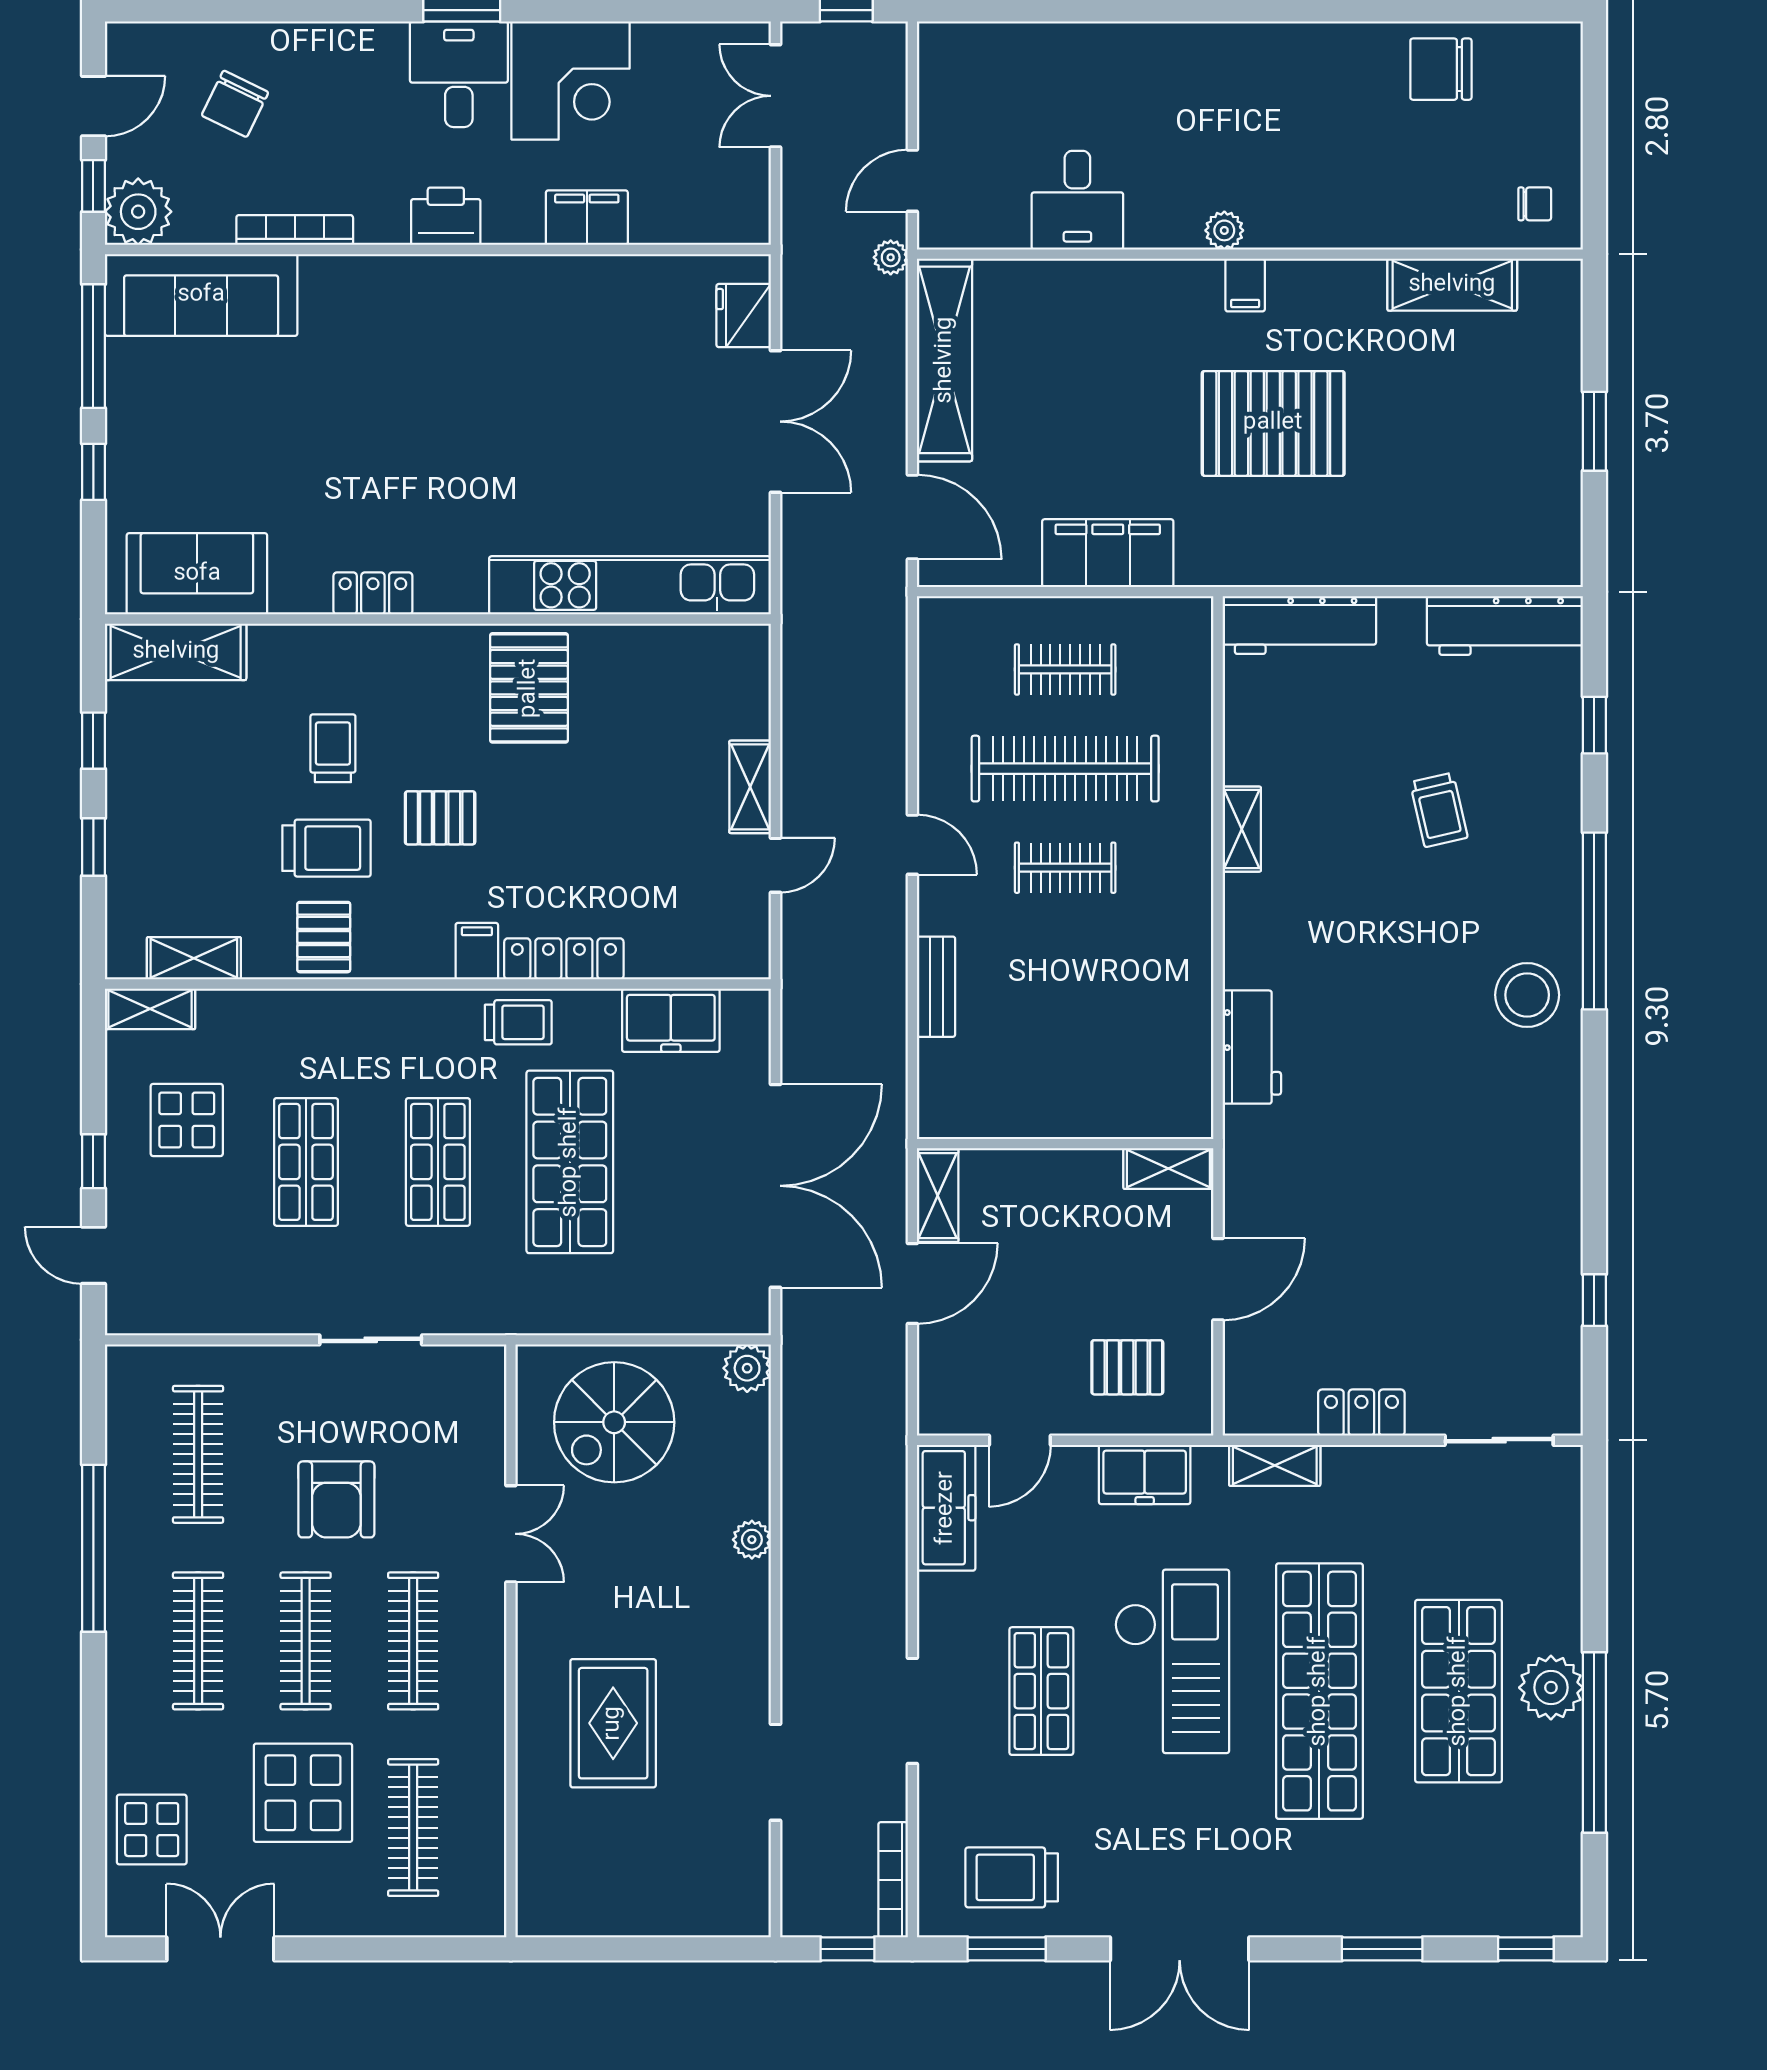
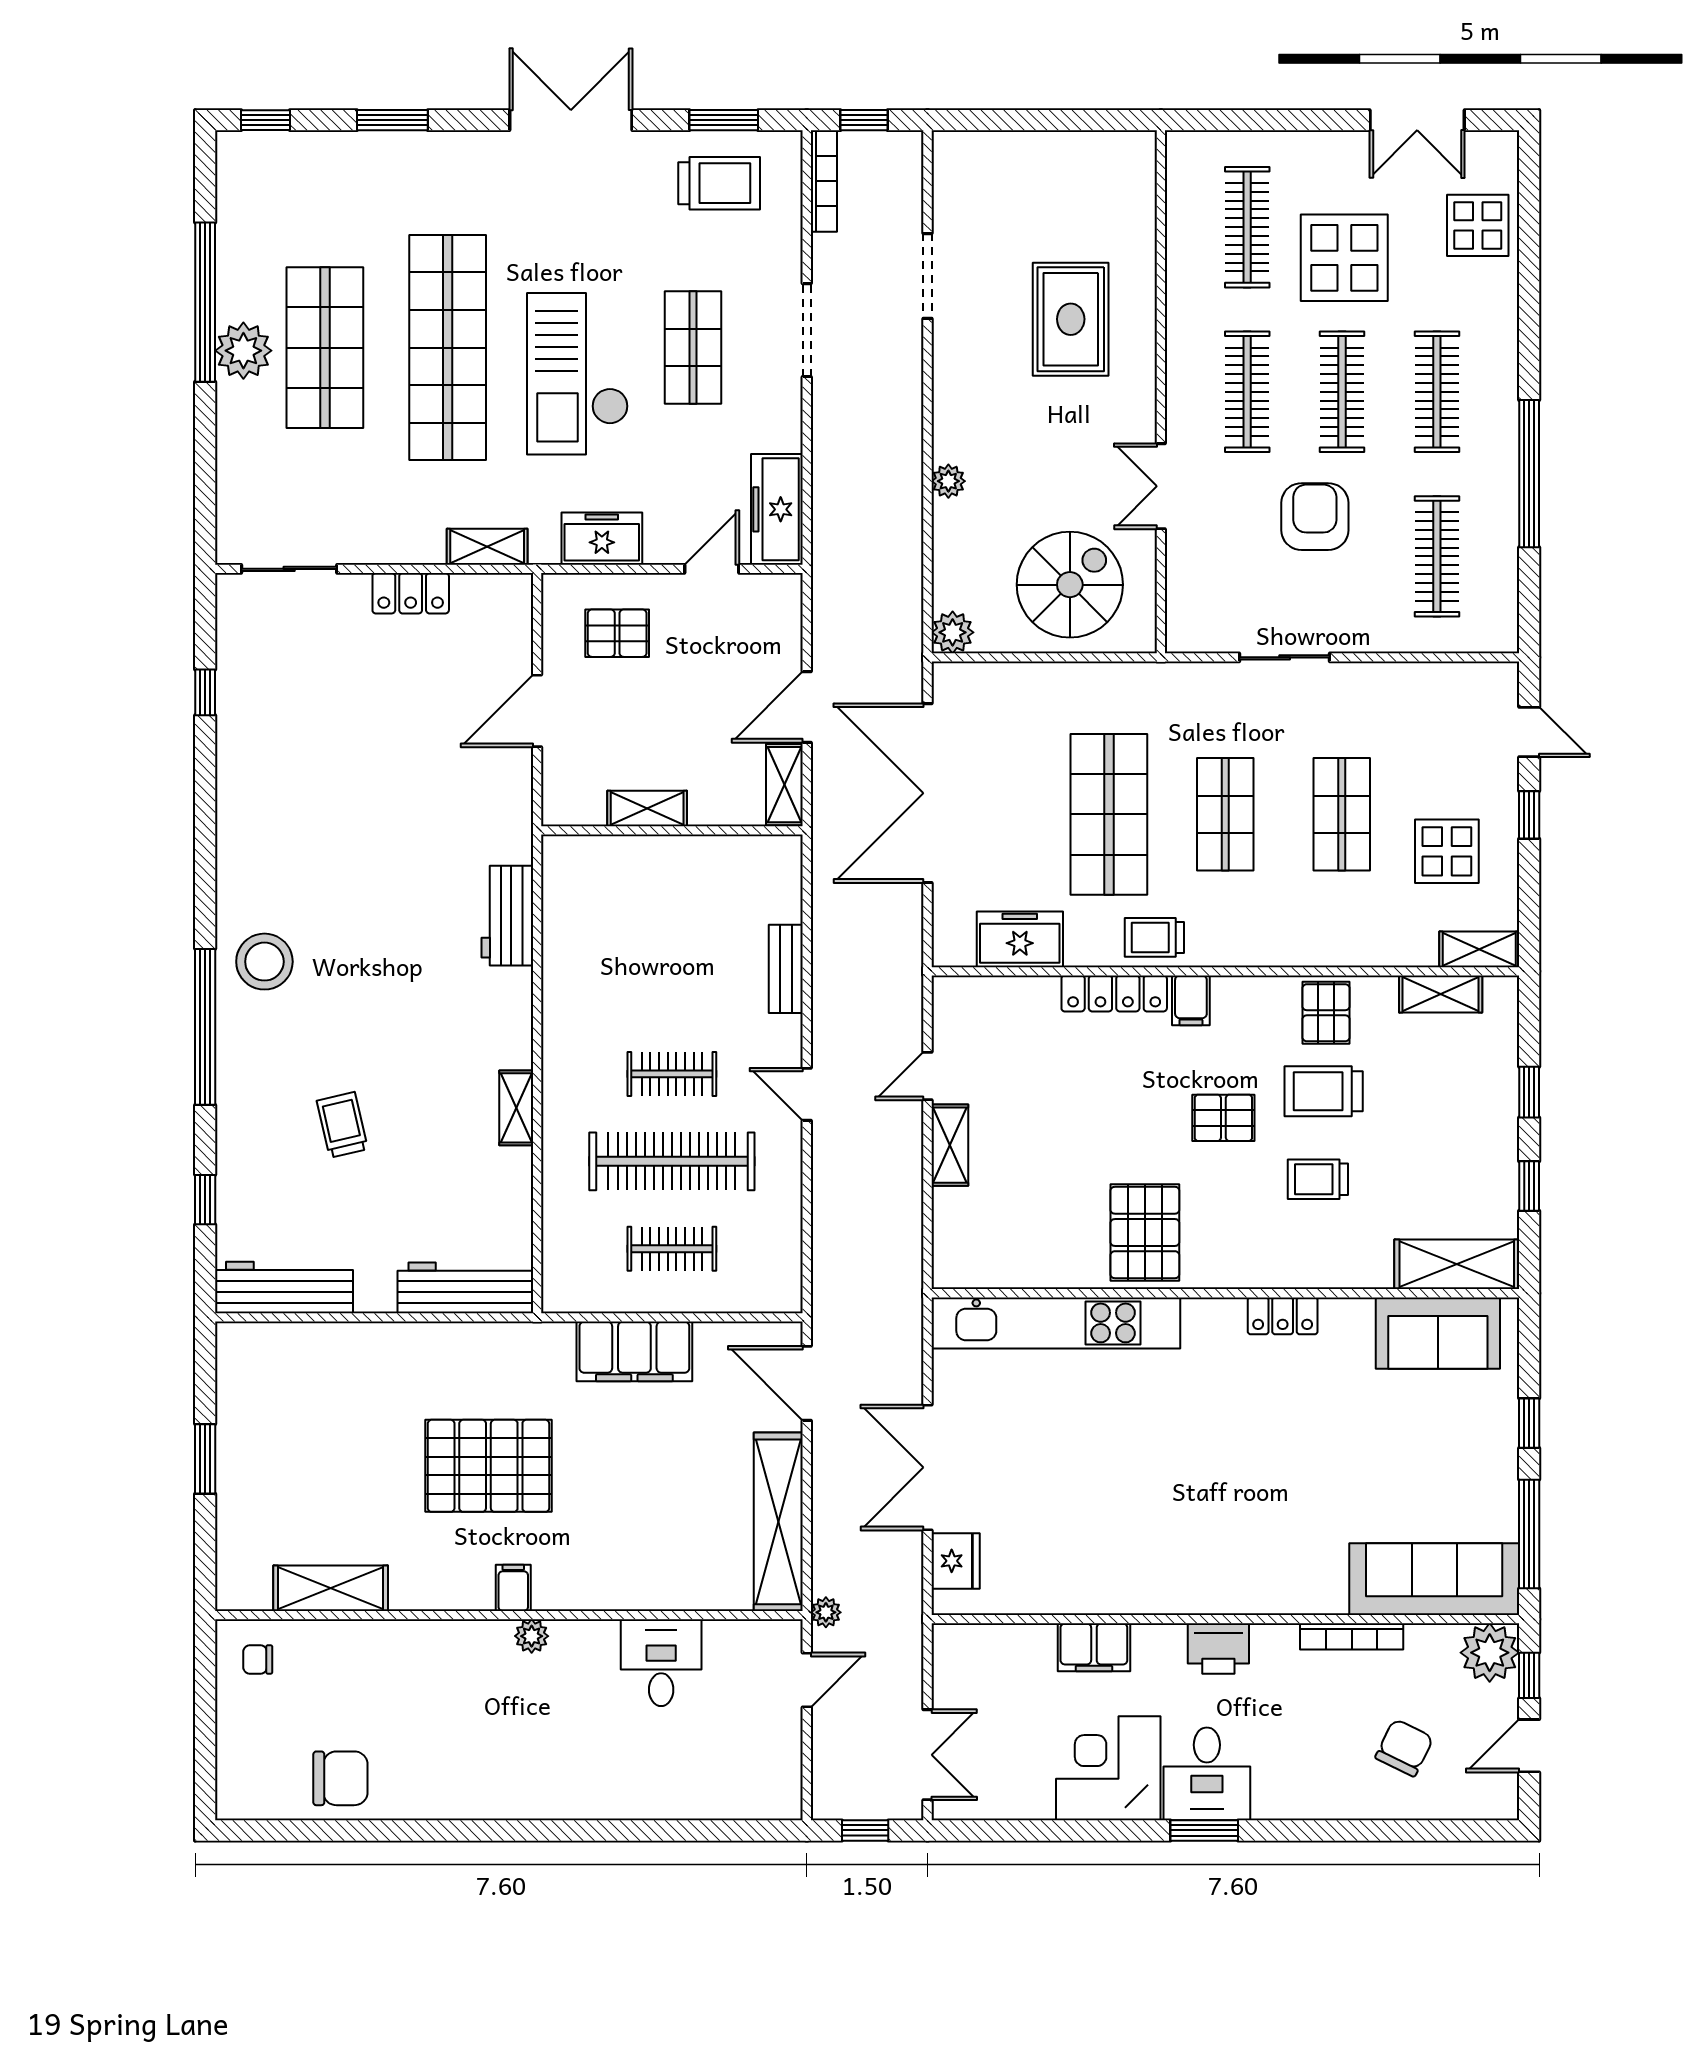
trolley: (333, 748) -> (1318, 1179), turned 90
shelving: (1168, 1168) -> (647, 809), moved

